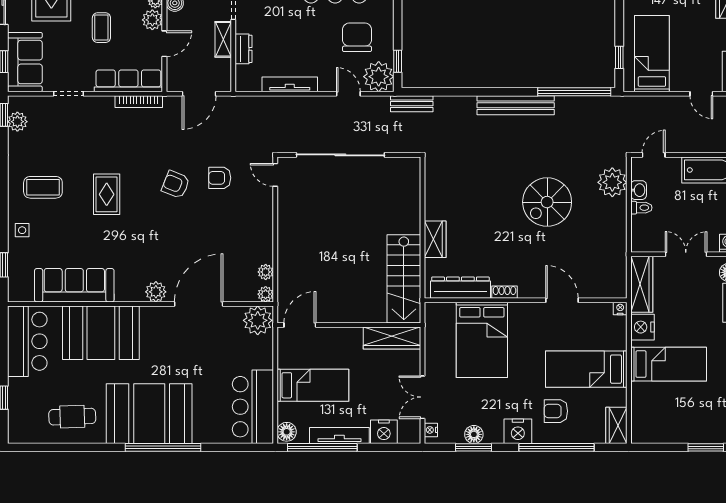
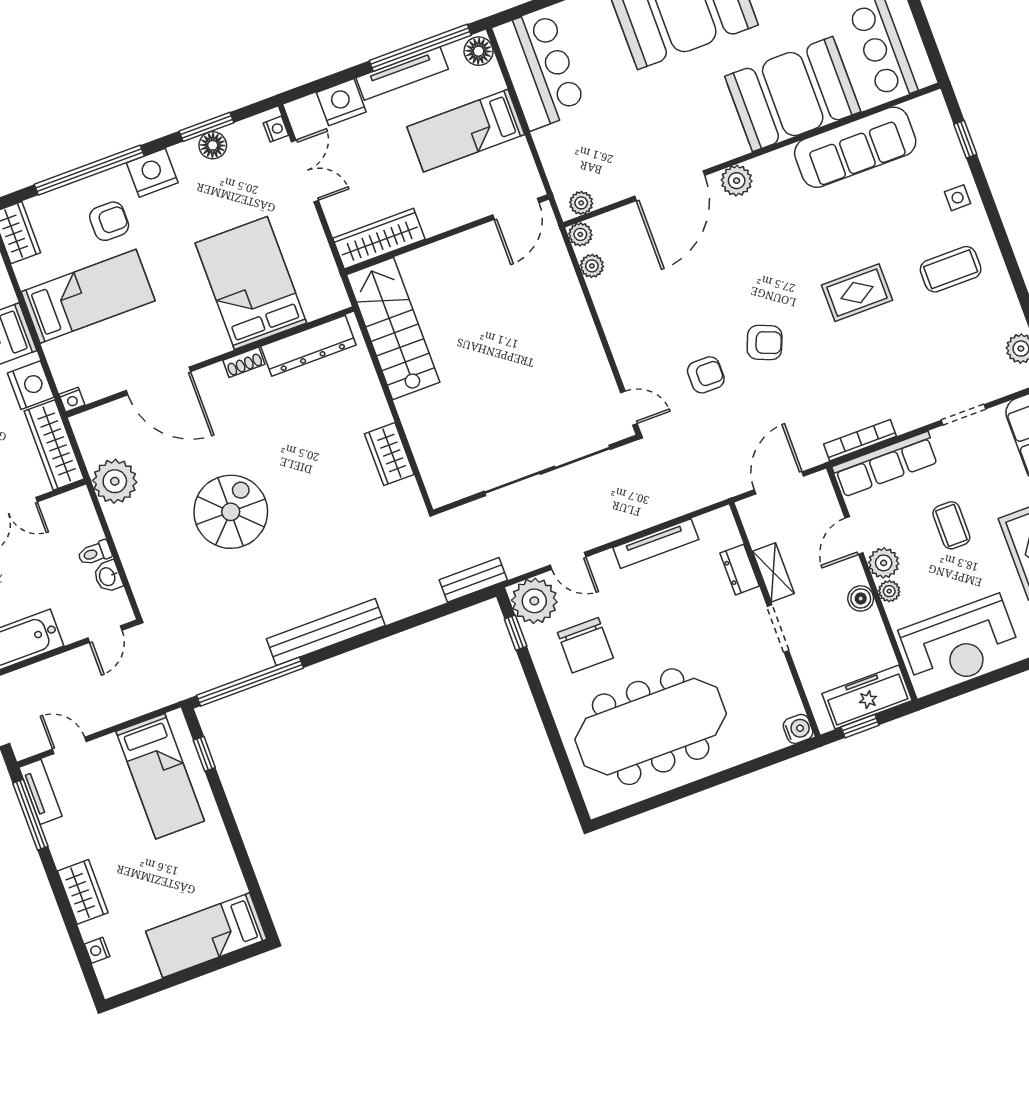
plant: (612, 182) -> (115, 481), moved
rug: (107, 194) -> (857, 293), turned 90
wardrobe: (435, 239) -> (389, 454), moved
door: (562, 300) -> (158, 381), width x1.36
plant: (258, 320) -> (581, 203), width x0.53, depth x0.53

